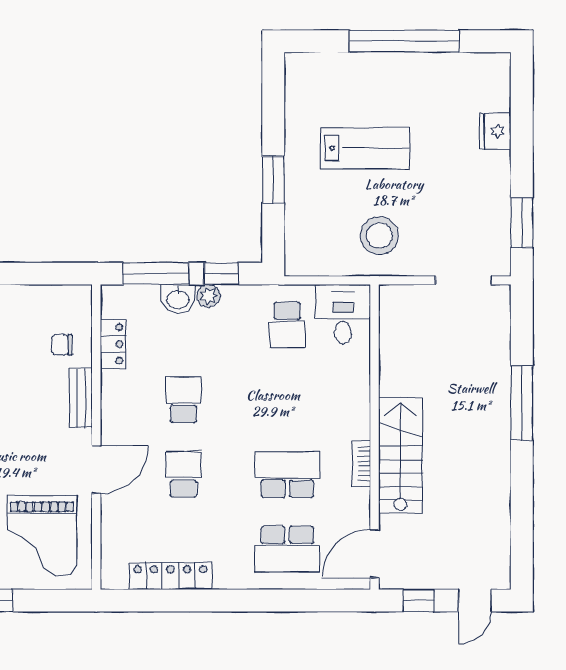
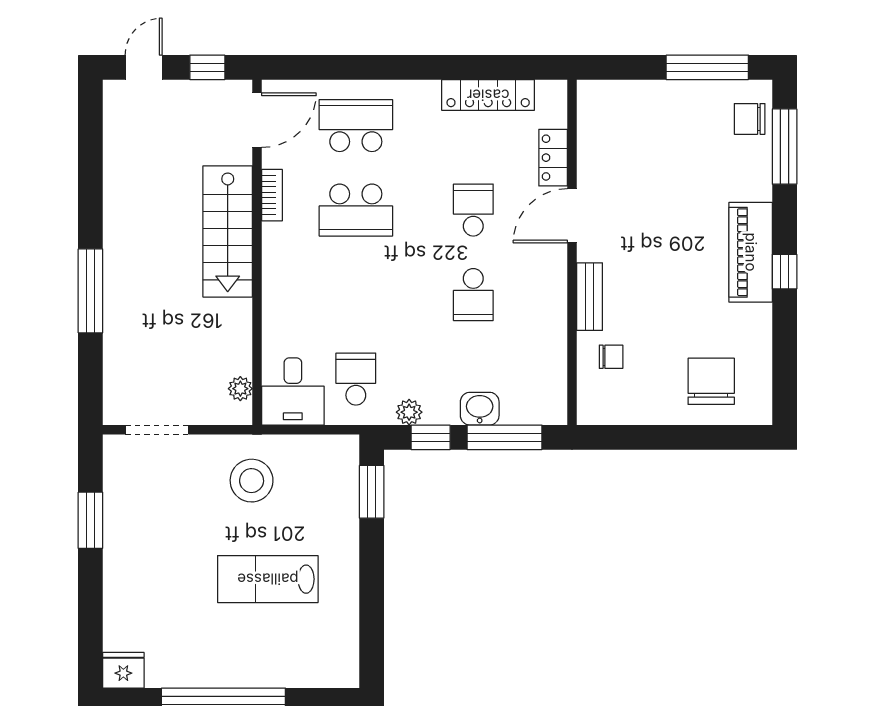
fridge: (495, 131) -> (123, 670), moved, turned -90
window: (273, 180) -> (372, 492), moved
window: (522, 223) -> (90, 520), moved
plant: (209, 296) -> (409, 412), moved
plant: (389, 317) -> (240, 389), added
locker: (113, 344) -> (553, 158), moved
bookcase: (361, 464) -> (272, 195), moved
school desk: (184, 474) -> (473, 210), turned 180
grand piano: (42, 536) -> (634, 141), removed

